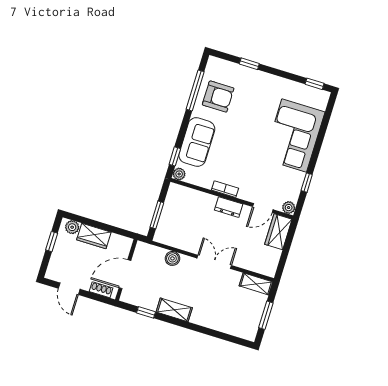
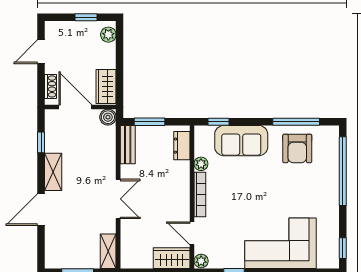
window: (249, 64) -> (343, 171), width x3.17
plant: (179, 174) -> (201, 164), moved
bookcase: (225, 189) -> (200, 194), width x1.56
dresser: (229, 207) -> (182, 146), moved
wardrobe: (94, 236) -> (106, 87), moved
bench: (171, 239) -> (128, 145), added
boiler: (172, 258) -> (108, 117), moved
door: (203, 330) -> (41, 210), added

